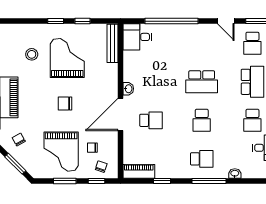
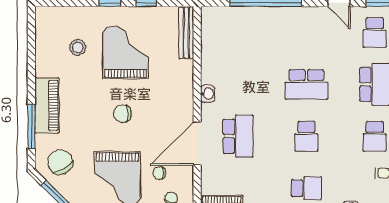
desk: (137, 37) -> (220, 24), removed
door: (120, 115) -> (197, 144), moved
school desk: (151, 120) -> (238, 136), width x1.85
chair: (19, 140) -> (60, 162), width x1.87, depth x1.87

